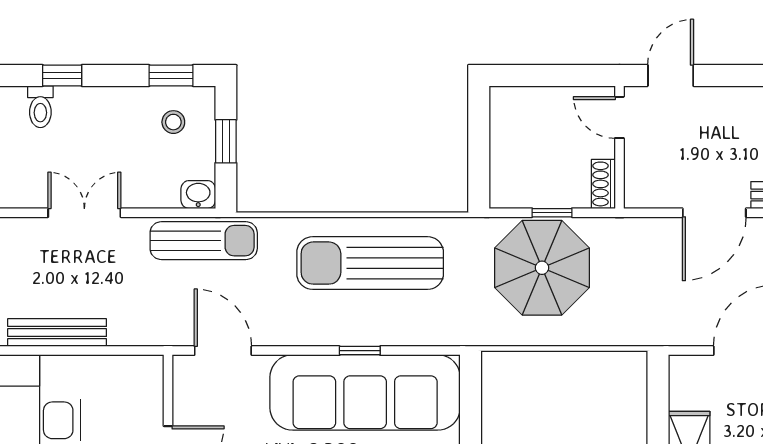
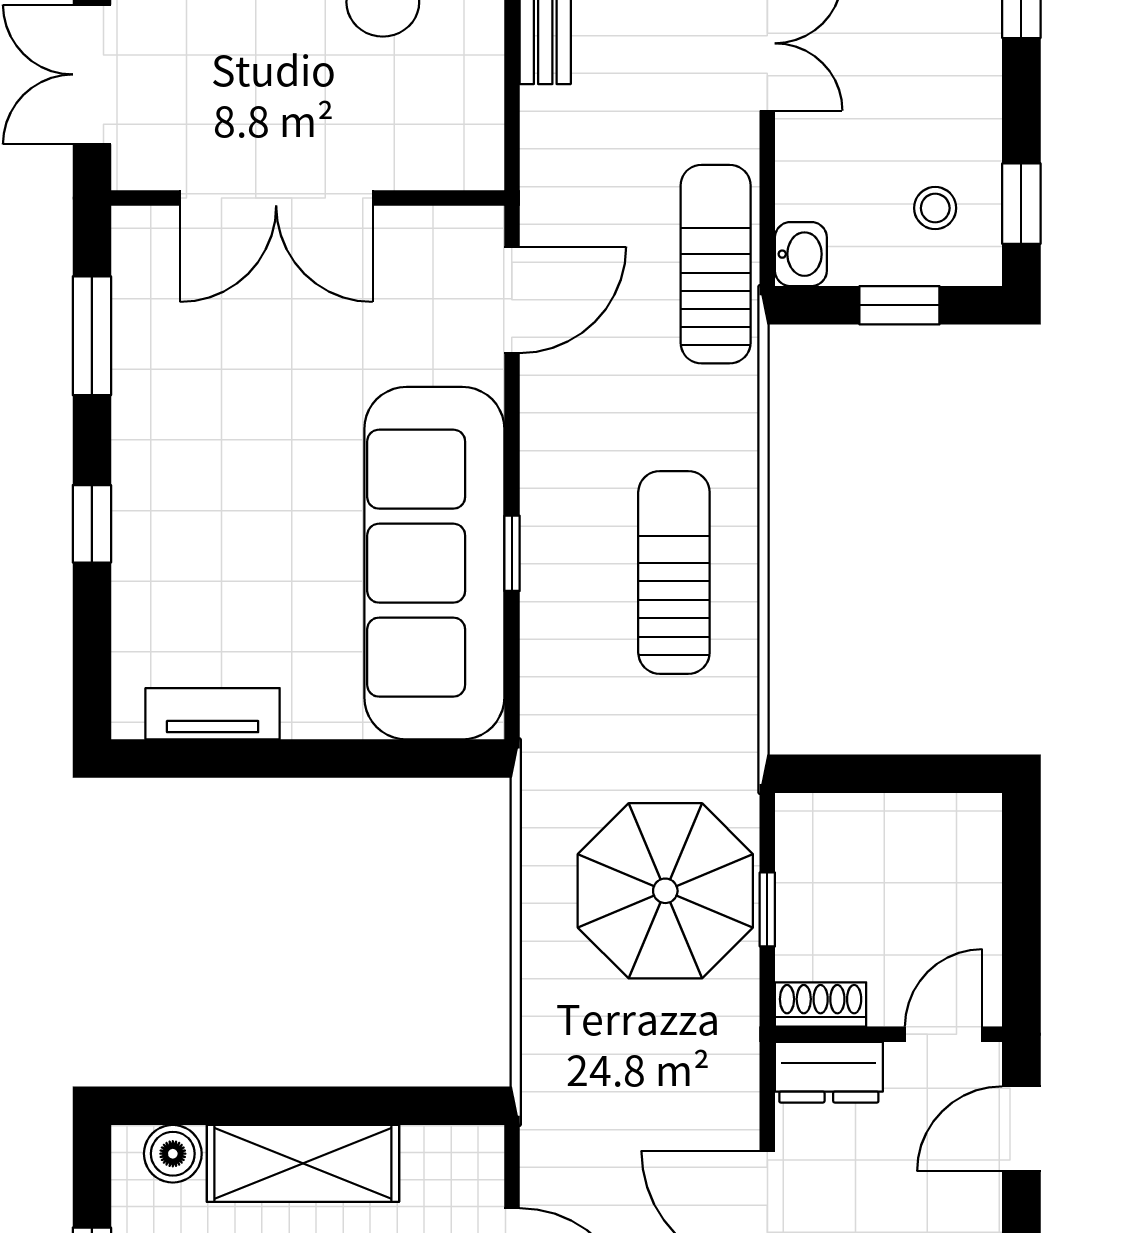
door: (671, 76) -> (1021, 1129), swing flipped
dresser: (640, 179) -> (829, 1072), added
sun lounger: (204, 241) -> (716, 264), turned 180
sun lounger: (370, 263) -> (674, 572), width x0.73, depth x0.75

